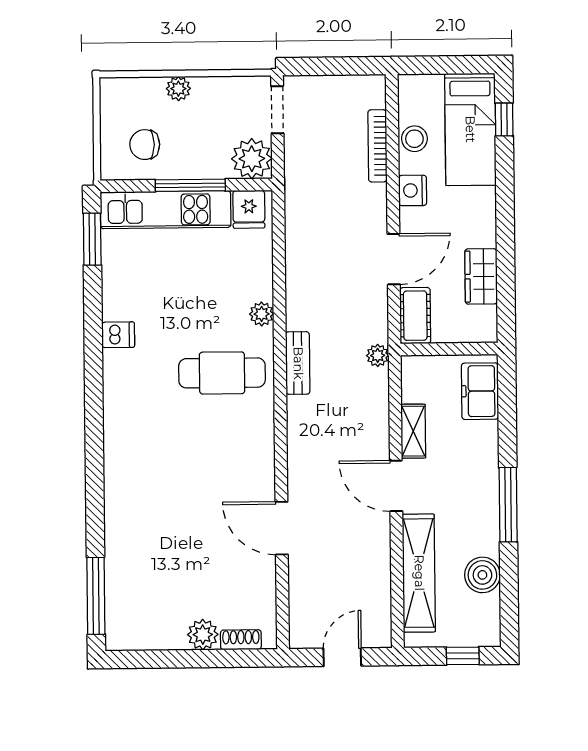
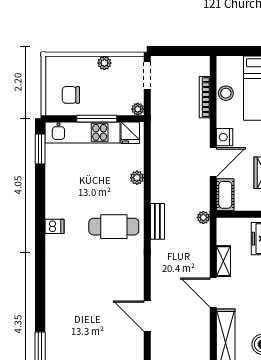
plant: (178, 89) -> (104, 63), moved
plant: (252, 159) -> (138, 109), width x0.53, depth x0.53
nightstand: (413, 190) -> (225, 137), moved
plant: (262, 314) -> (137, 178), moved
dishwasher: (118, 335) -> (54, 226), moved

